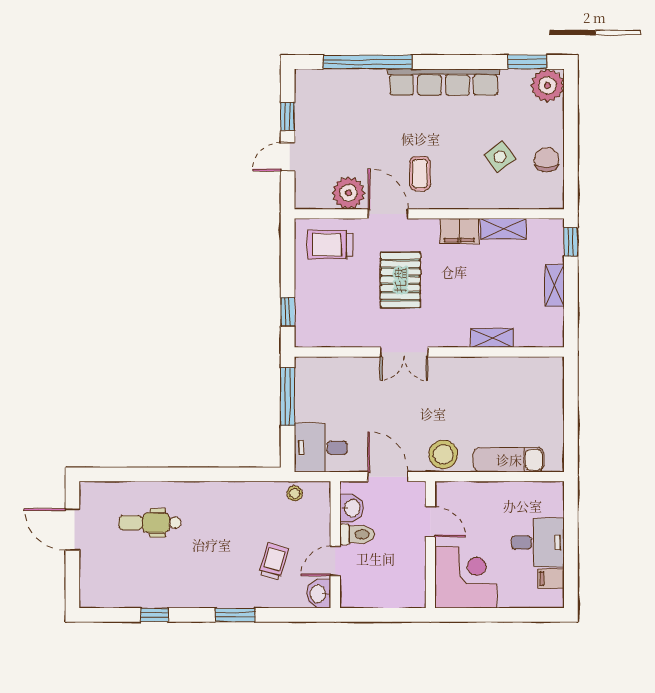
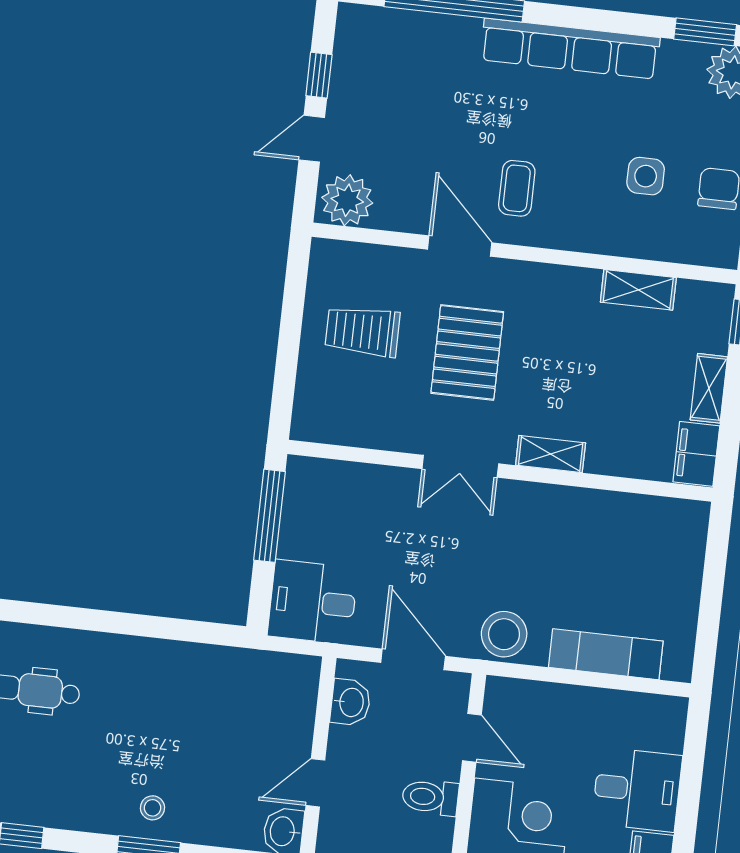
side table: (500, 157) -> (646, 176), turned 37
plant: (349, 193) -> (347, 200), moved
filing cabinet: (459, 231) -> (696, 454), moved, turned 90
trolley: (330, 245) -> (363, 331), moved
window: (288, 312) -> (284, 382), removed
shelving: (492, 338) -> (551, 454), moved
stool: (295, 493) -> (153, 808), moved
toilet: (357, 534) -> (430, 797), moved, turned 180
trolley: (274, 562) -> (218, 773), removed

